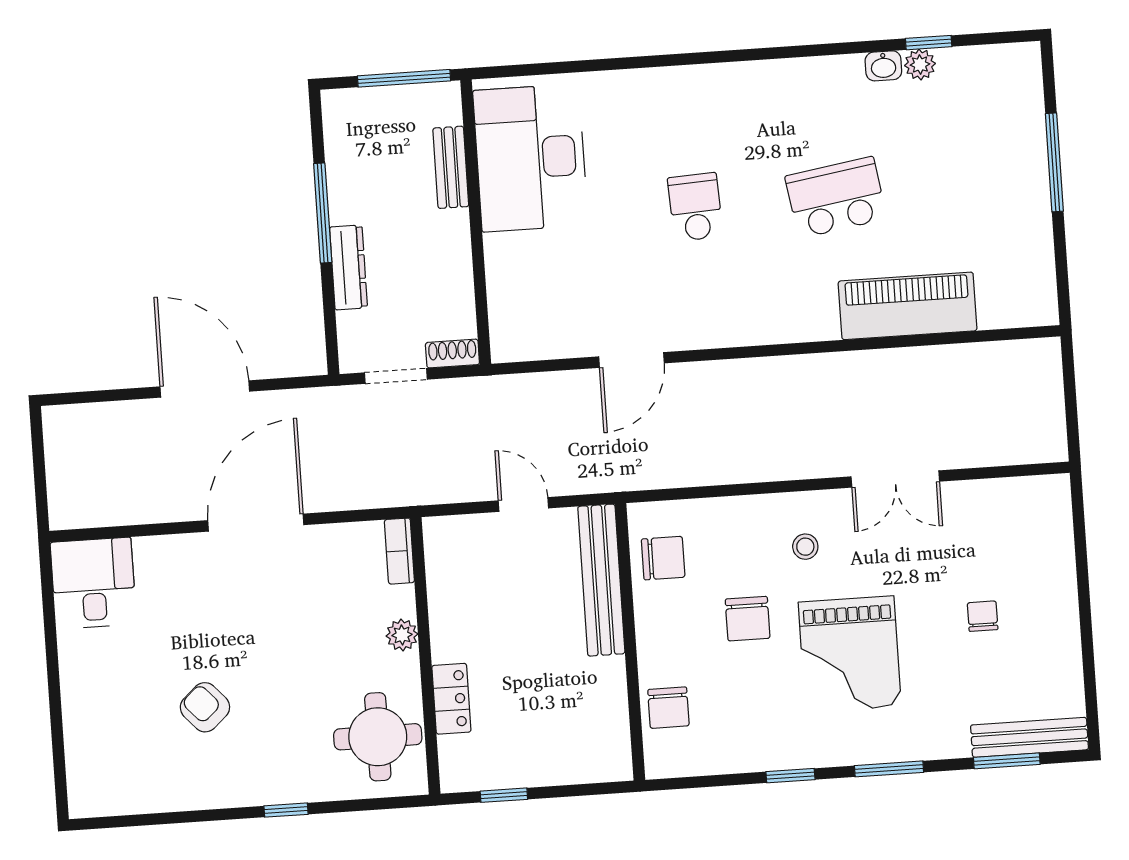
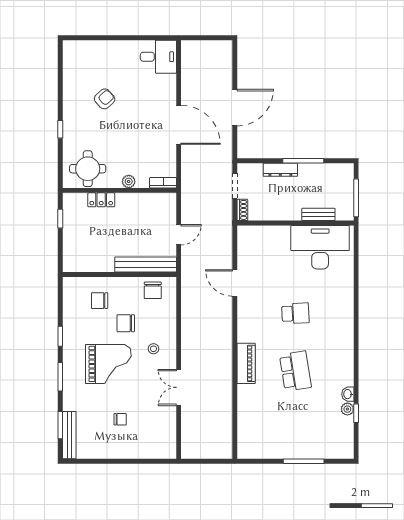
piano: (908, 306) -> (246, 363), moved, width x0.73, depth x0.75
grand piano: (850, 654) -> (108, 364), turned 180
chair: (668, 708) -> (100, 301), moved

